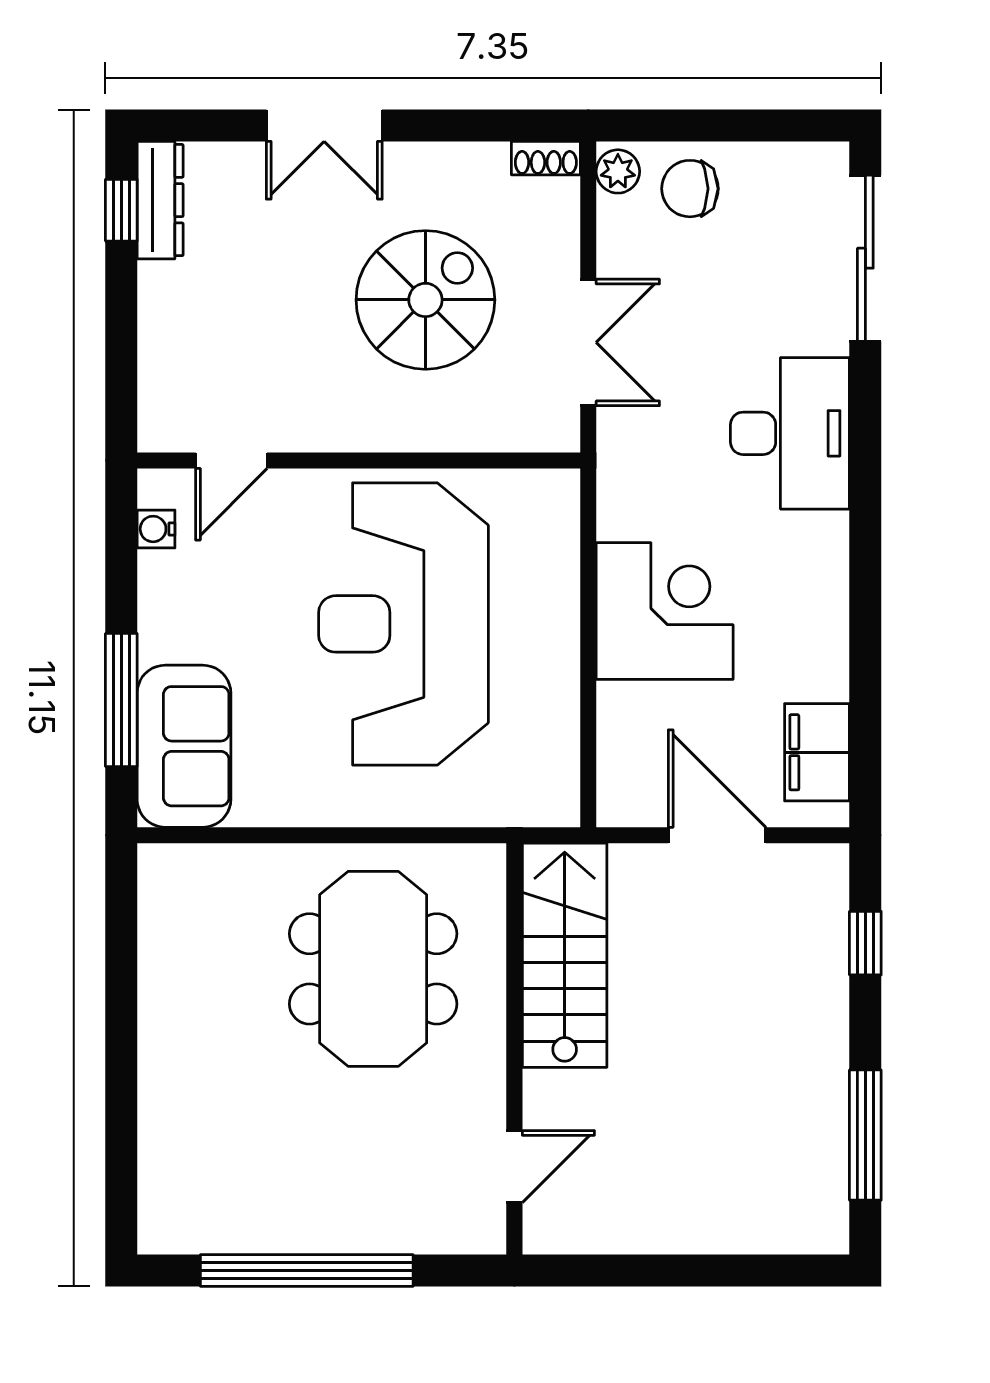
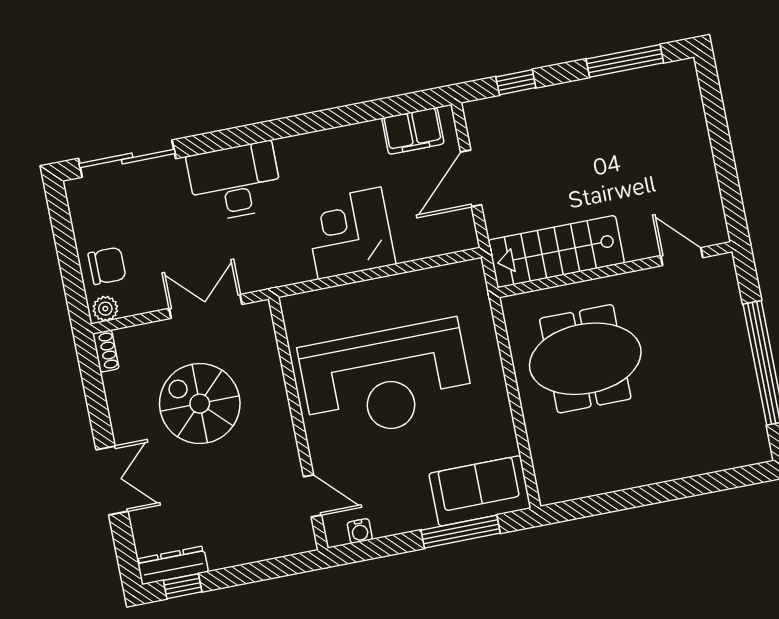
chair: (690, 189) -> (107, 266), turned -90

